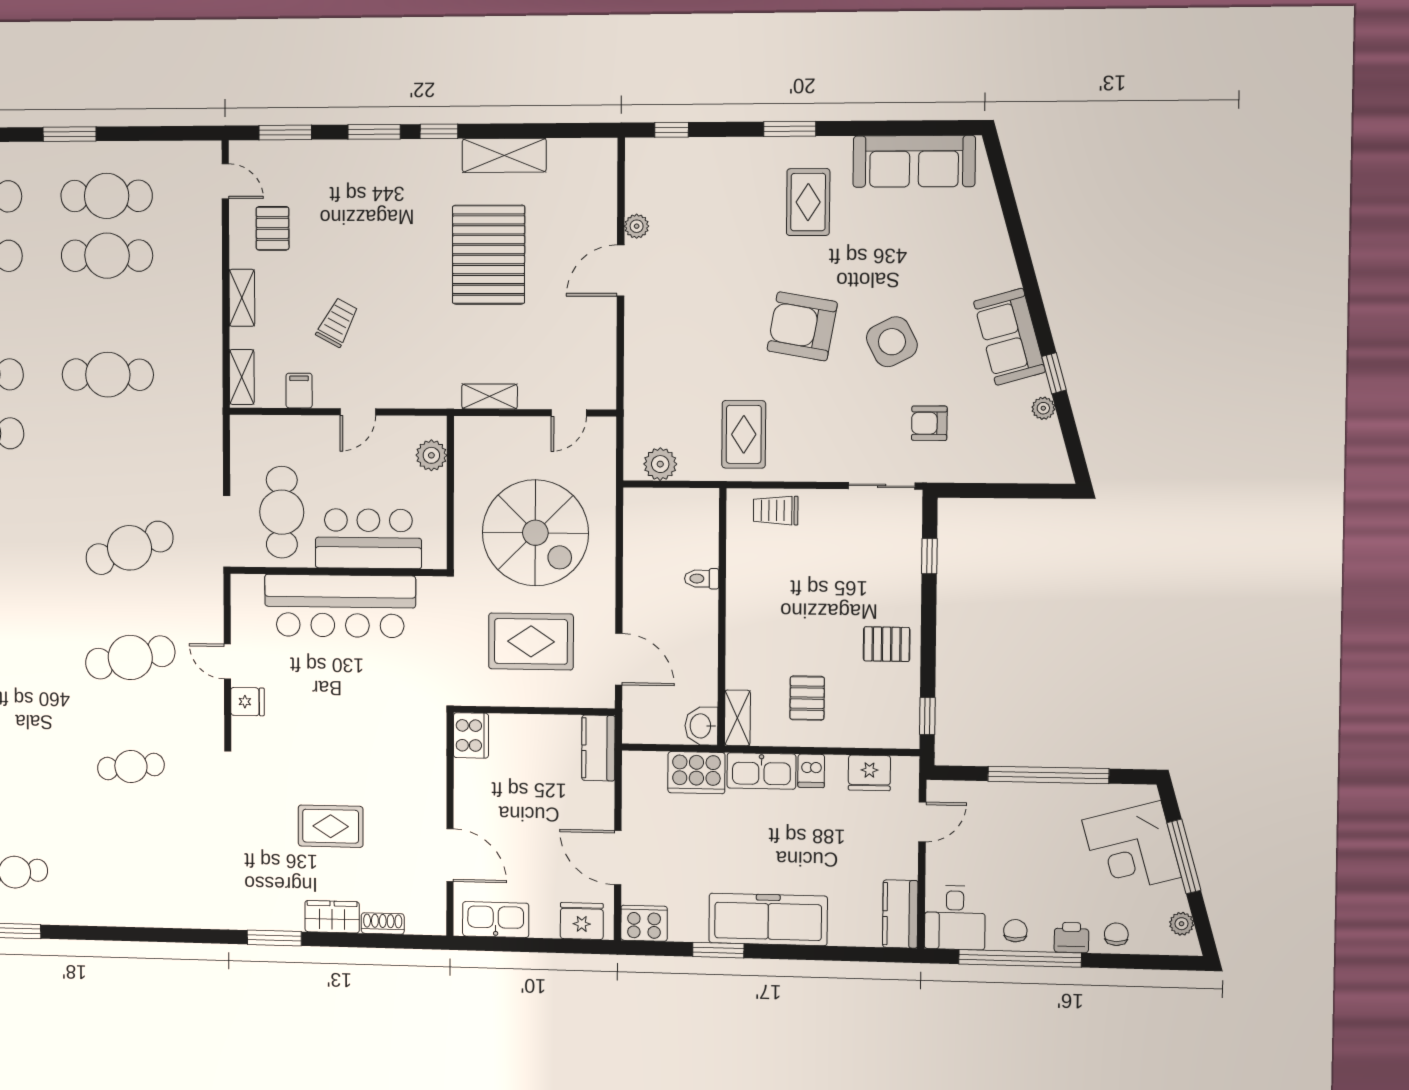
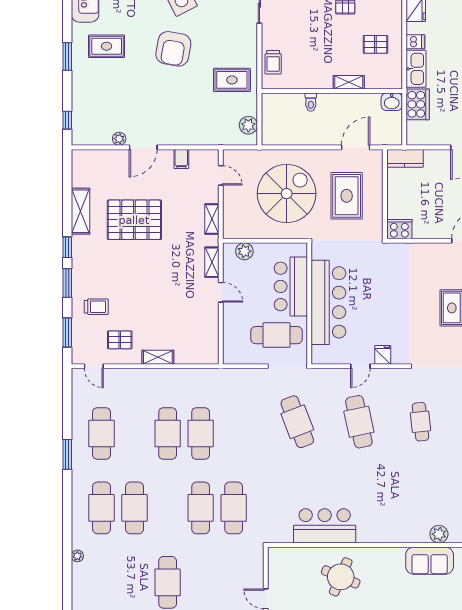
door: (225, 181) -> (94, 366), swing flipped
cafe table: (107, 256) -> (168, 433), moved
door: (621, 270) -> (143, 147), hinge flipped
trolley: (337, 322) -> (96, 307), moved, turned 152
shelving: (242, 377) -> (212, 262), moved, turned 90
filing cabinet: (299, 391) -> (181, 159), moved, turned -90
shelving: (737, 718) -> (349, 82), moved

